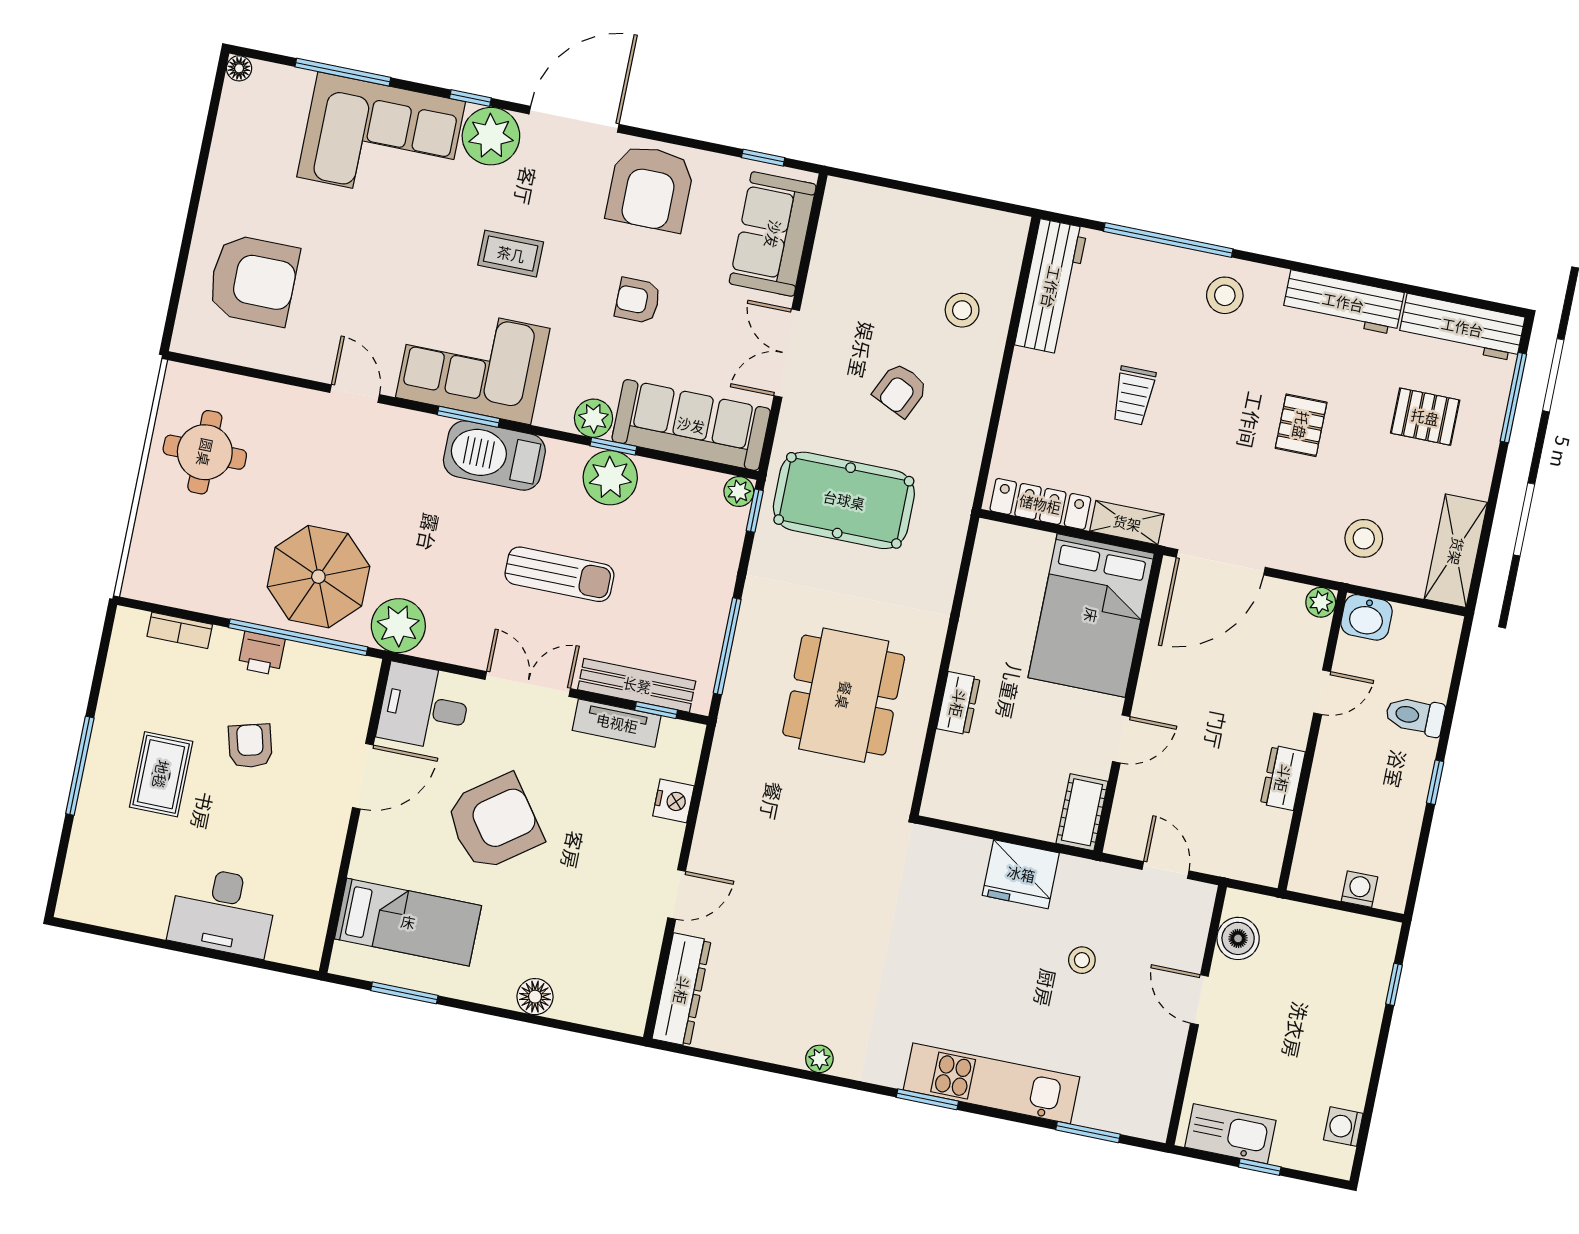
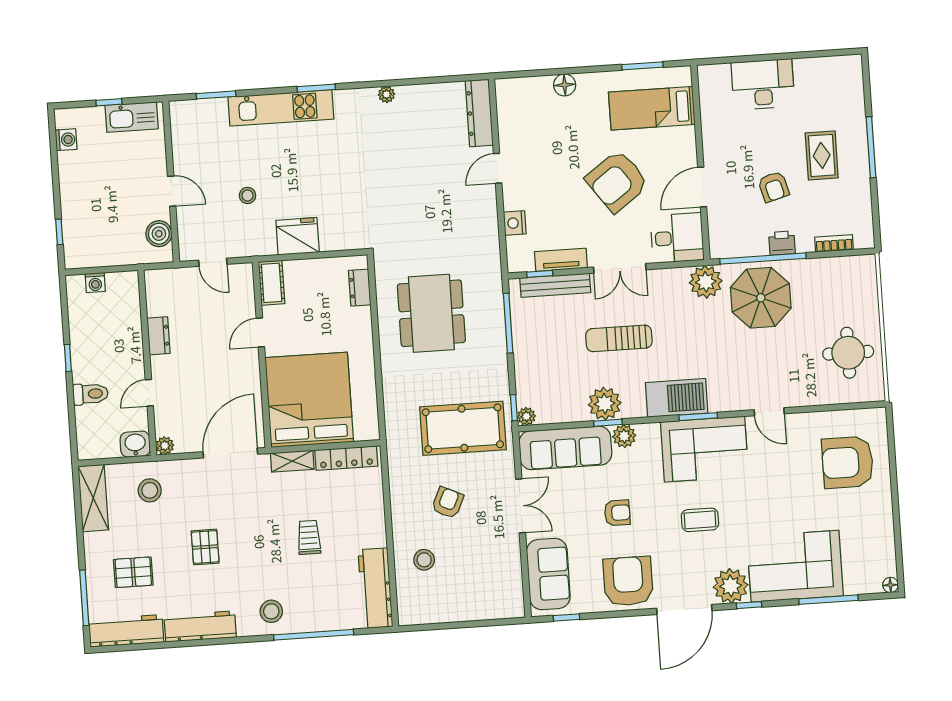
bed: (1091, 615) -> (309, 400), width x1.36
dresser: (958, 703) -> (360, 288), moved

